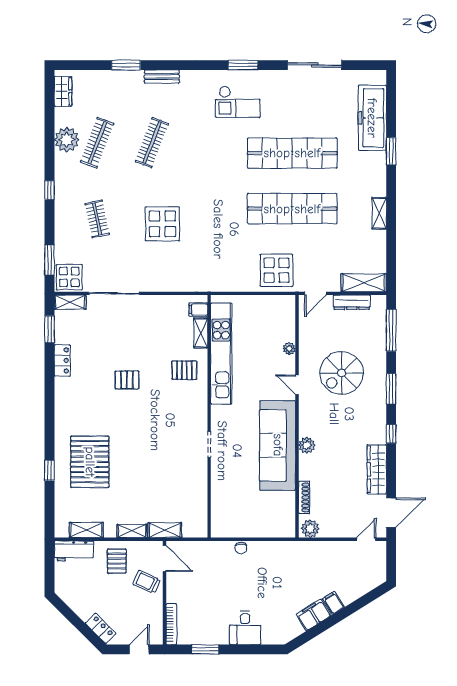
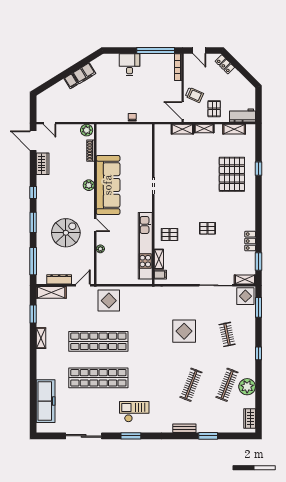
window: (391, 151) -> (33, 314), moved
wardrobe: (377, 469) -> (43, 164), width x0.67
door: (391, 513) -> (33, 141), hinge flipped
door: (366, 539) -> (49, 123), hinge flipped
door: (139, 649) -> (199, 50), hinge flipped
window: (205, 649) -> (156, 50), width x2.11

